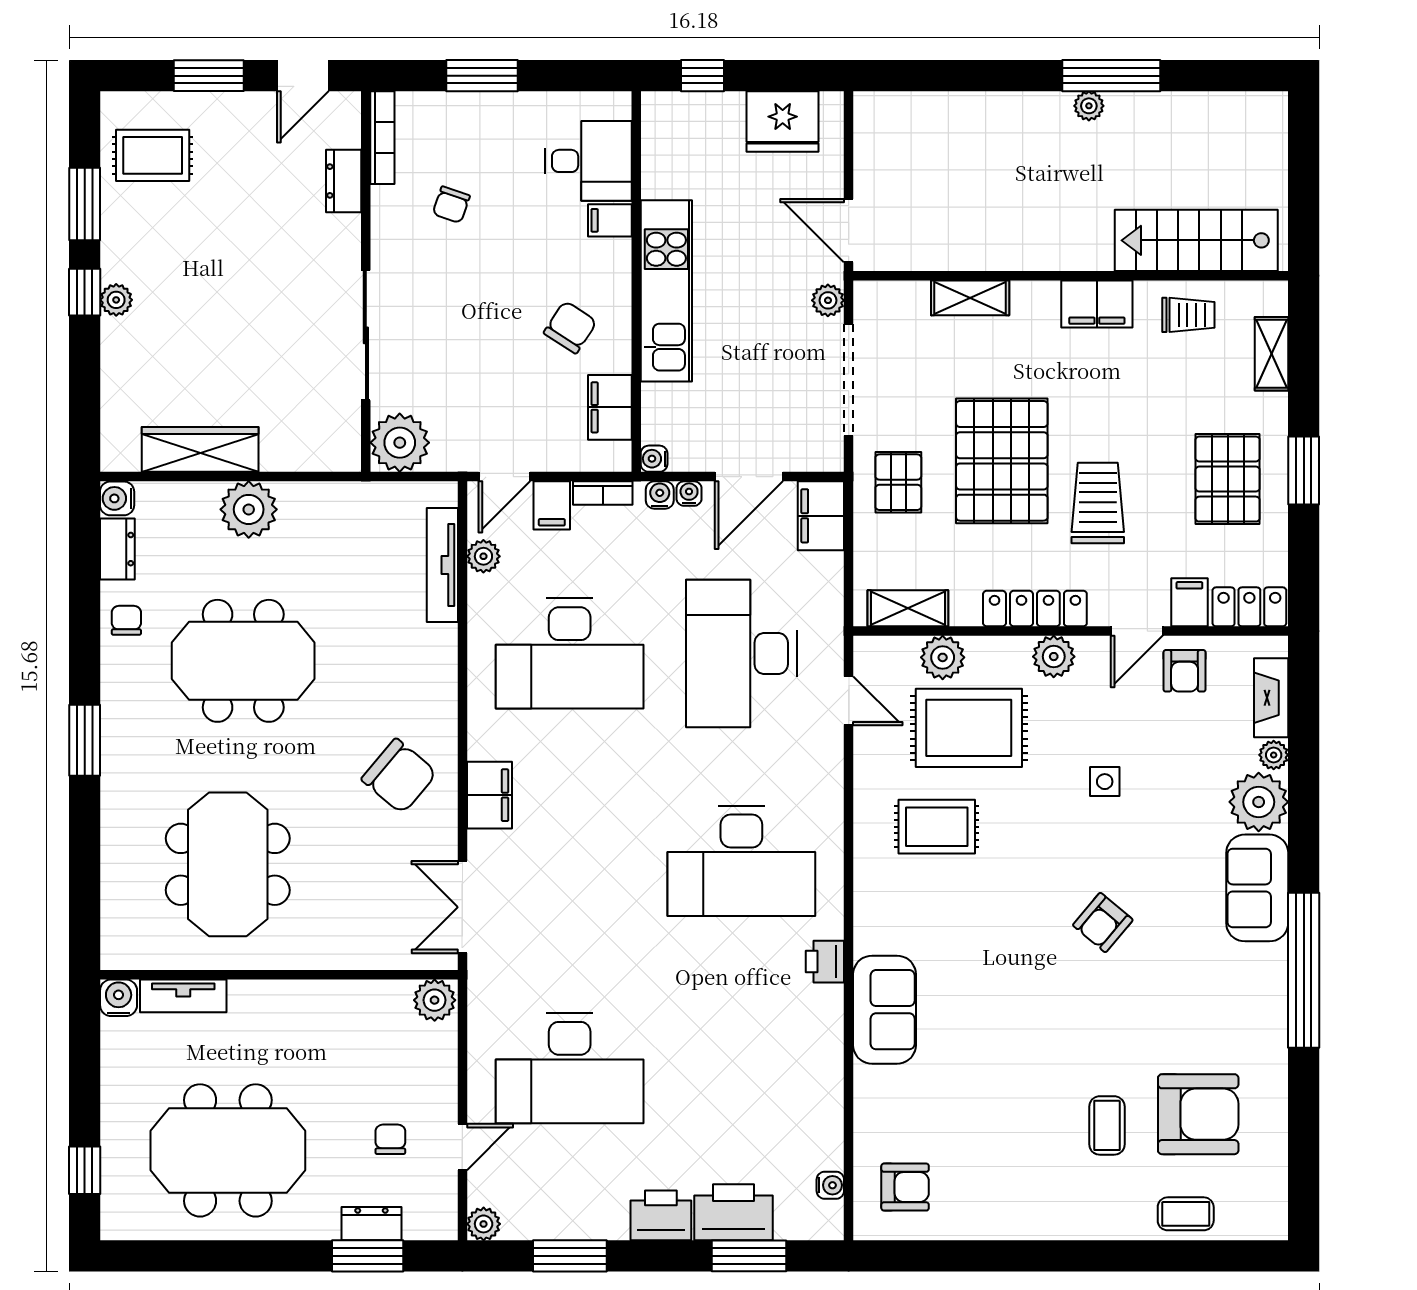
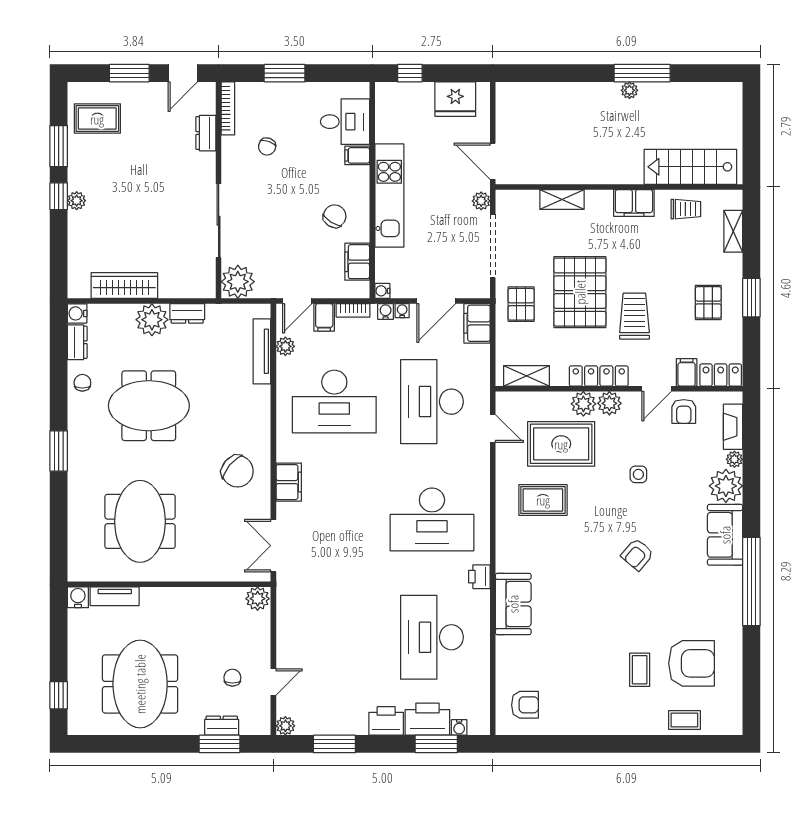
pallet: (1228, 479) -> (708, 302), width x0.67, depth x0.71
dresser: (311, 498) -> (187, 313), added
plant: (943, 657) -> (583, 404), moved
desk: (570, 1068) -> (432, 637), moved, turned 90
meeting table: (228, 1150) -> (140, 684), turned 90
water cooler: (830, 1185) -> (459, 727), moved, turned 90

